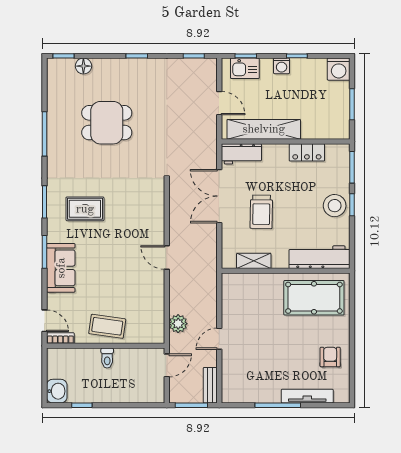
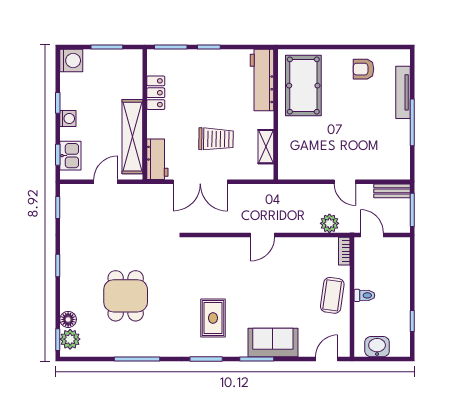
plant: (64, 68) -> (70, 339), added
stool: (335, 206) -> (210, 65), removed
bookcase: (60, 338) -> (344, 251), moved
washbasin: (57, 391) -> (377, 347), moved

